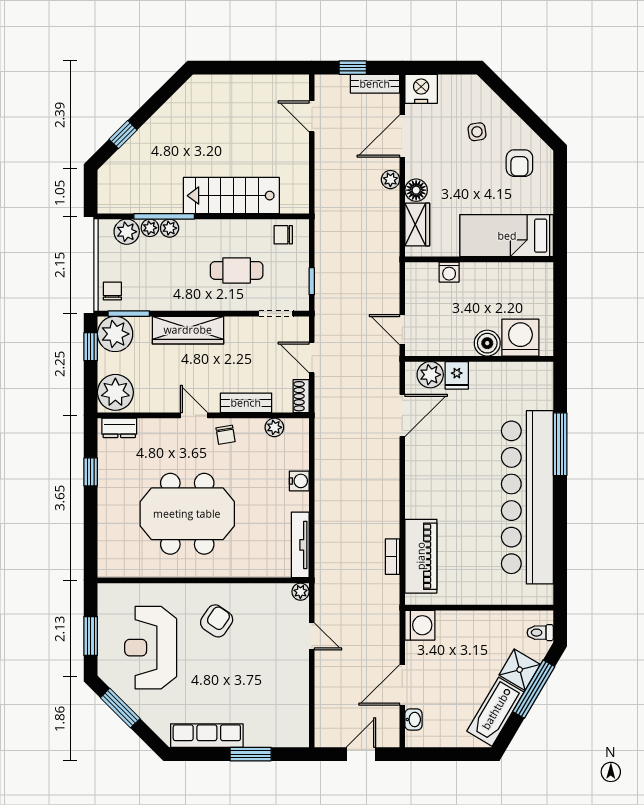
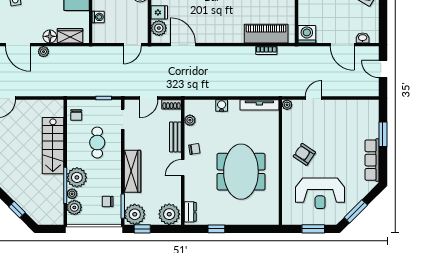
plant: (170, 228) -> (77, 177), width x1.88, depth x1.88
chair: (112, 291) -> (108, 201), moved

